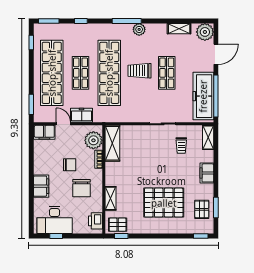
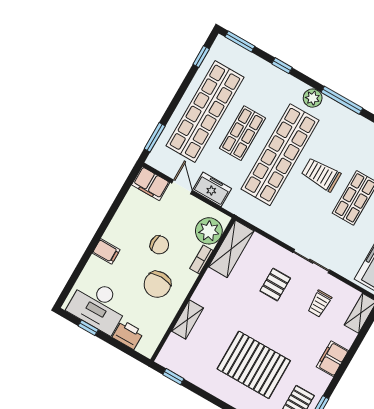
plant: (139, 29) -> (313, 98), moved
filing cabinet: (41, 186) -> (106, 251), width x0.50
printer: (95, 221) -> (128, 335), moved, turned 90
pallet: (118, 225) -> (275, 284), moved, turned 90

